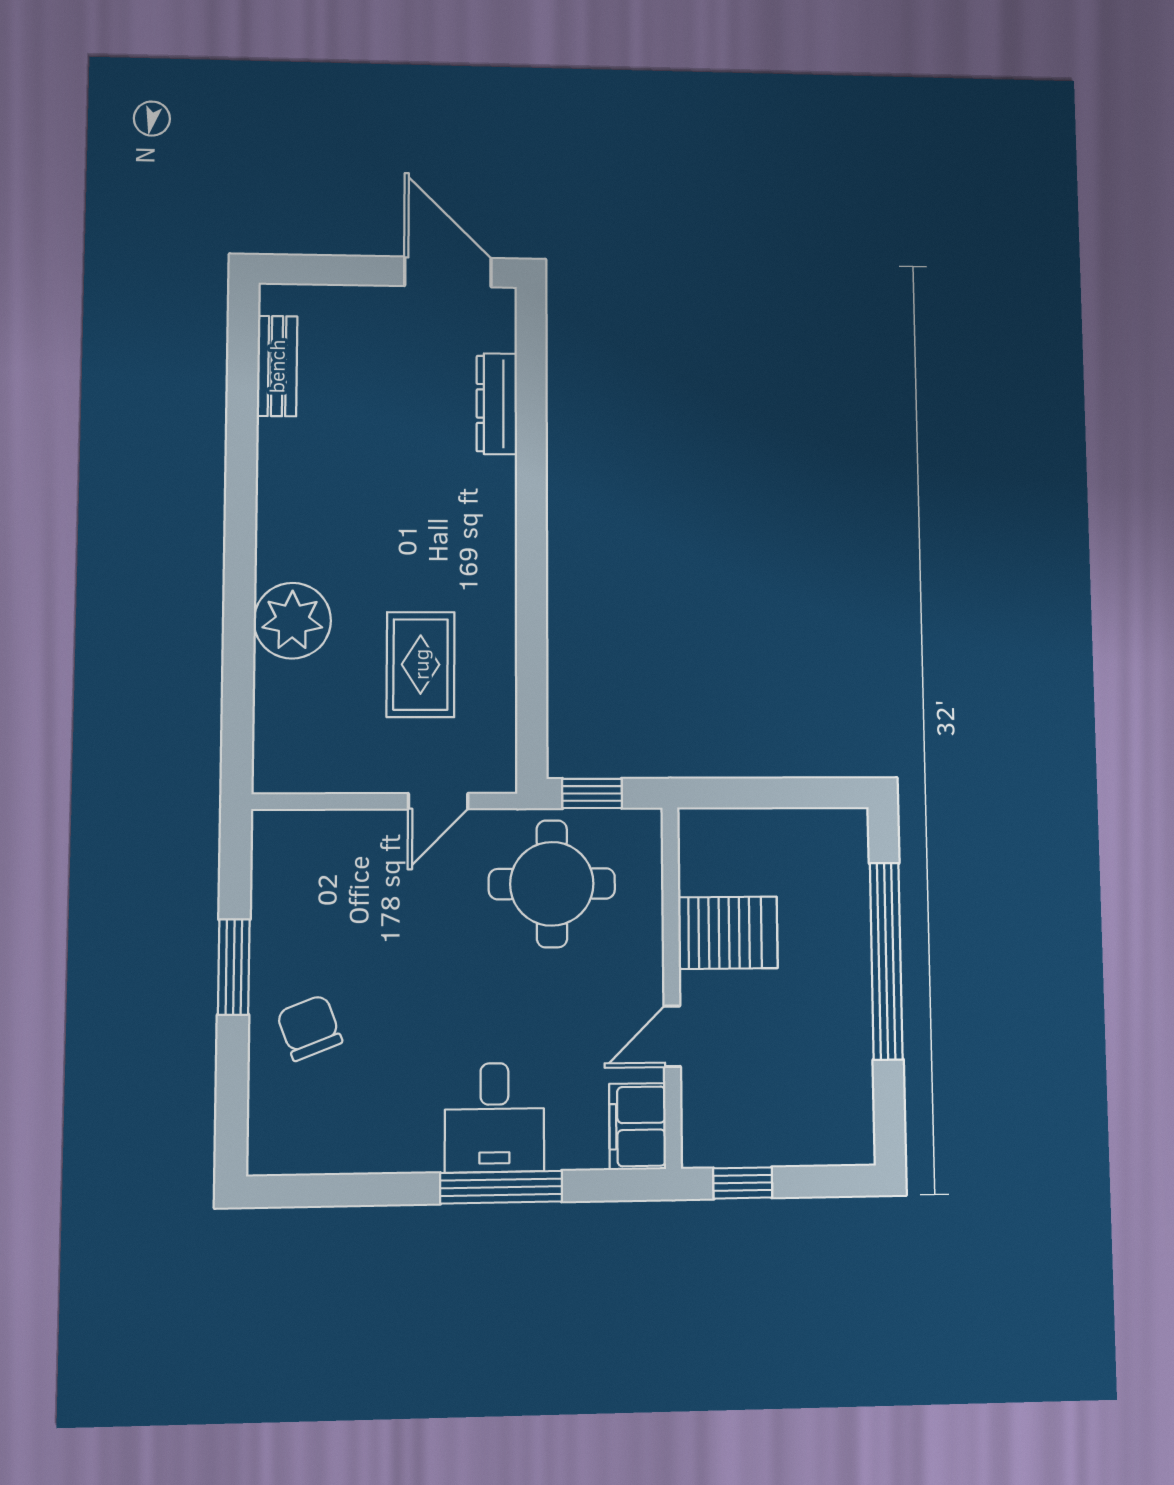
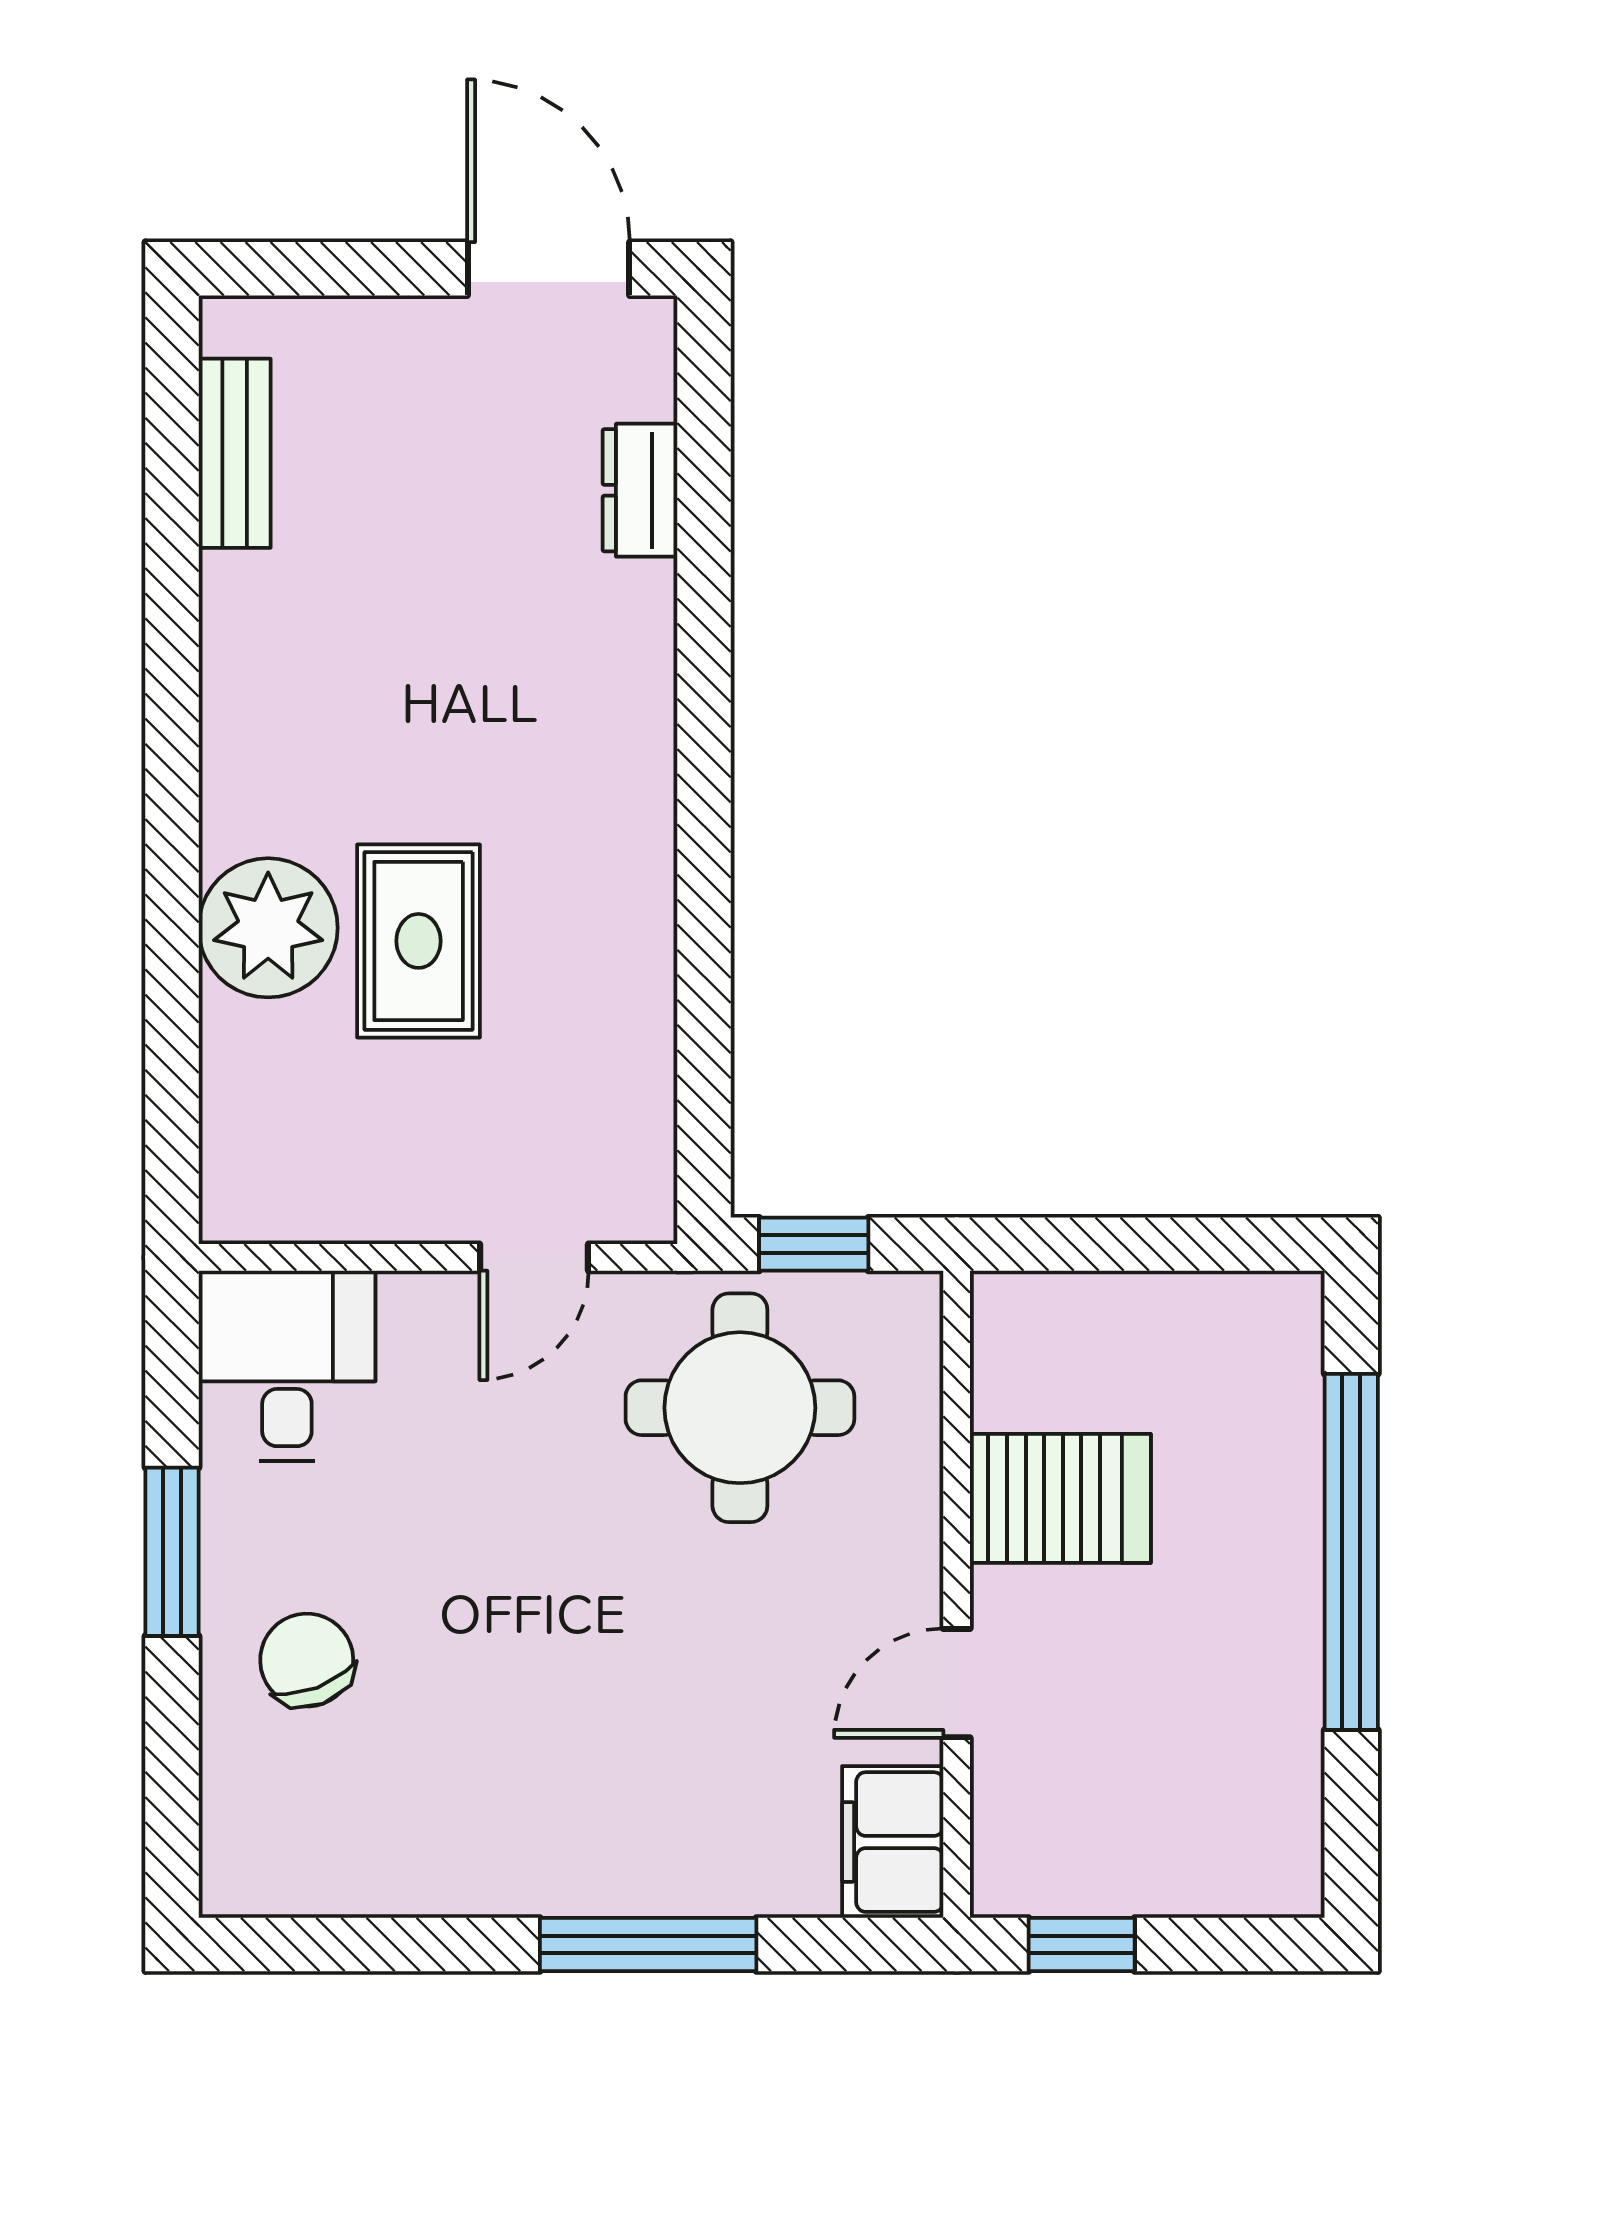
dresser: (497, 404) -> (640, 490), width x0.70
rug: (421, 664) -> (419, 941), moved
desk: (494, 1118) -> (287, 1366), moved, turned 180

